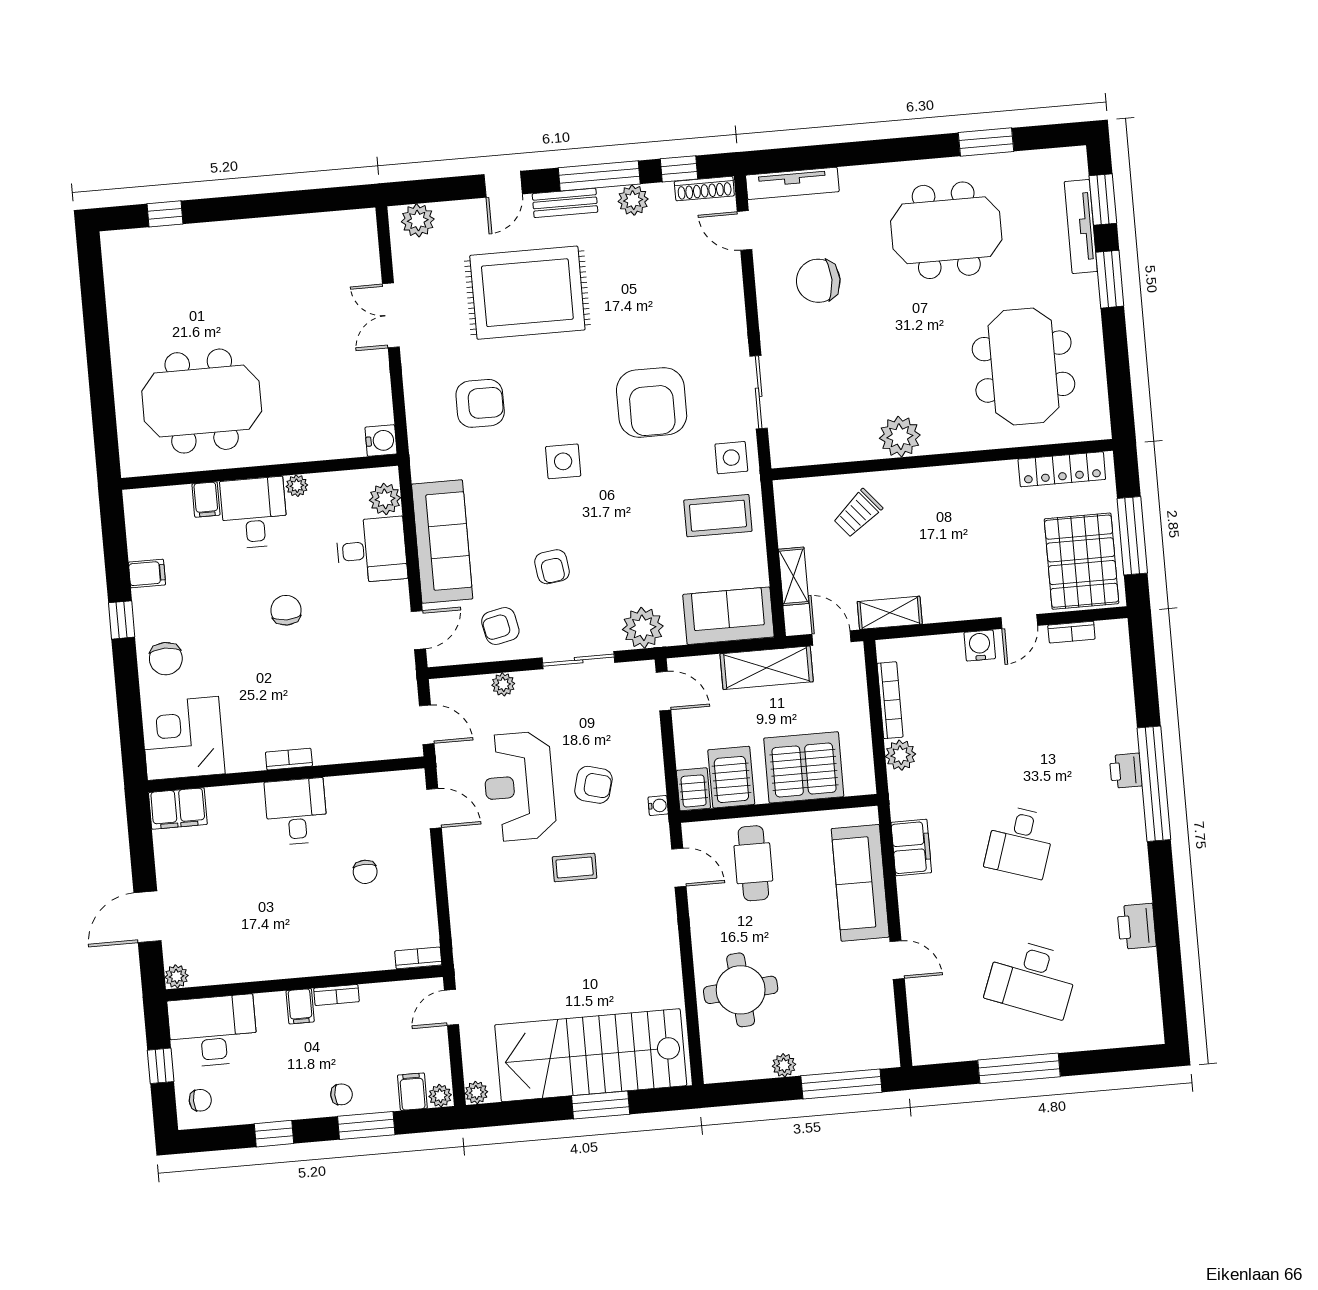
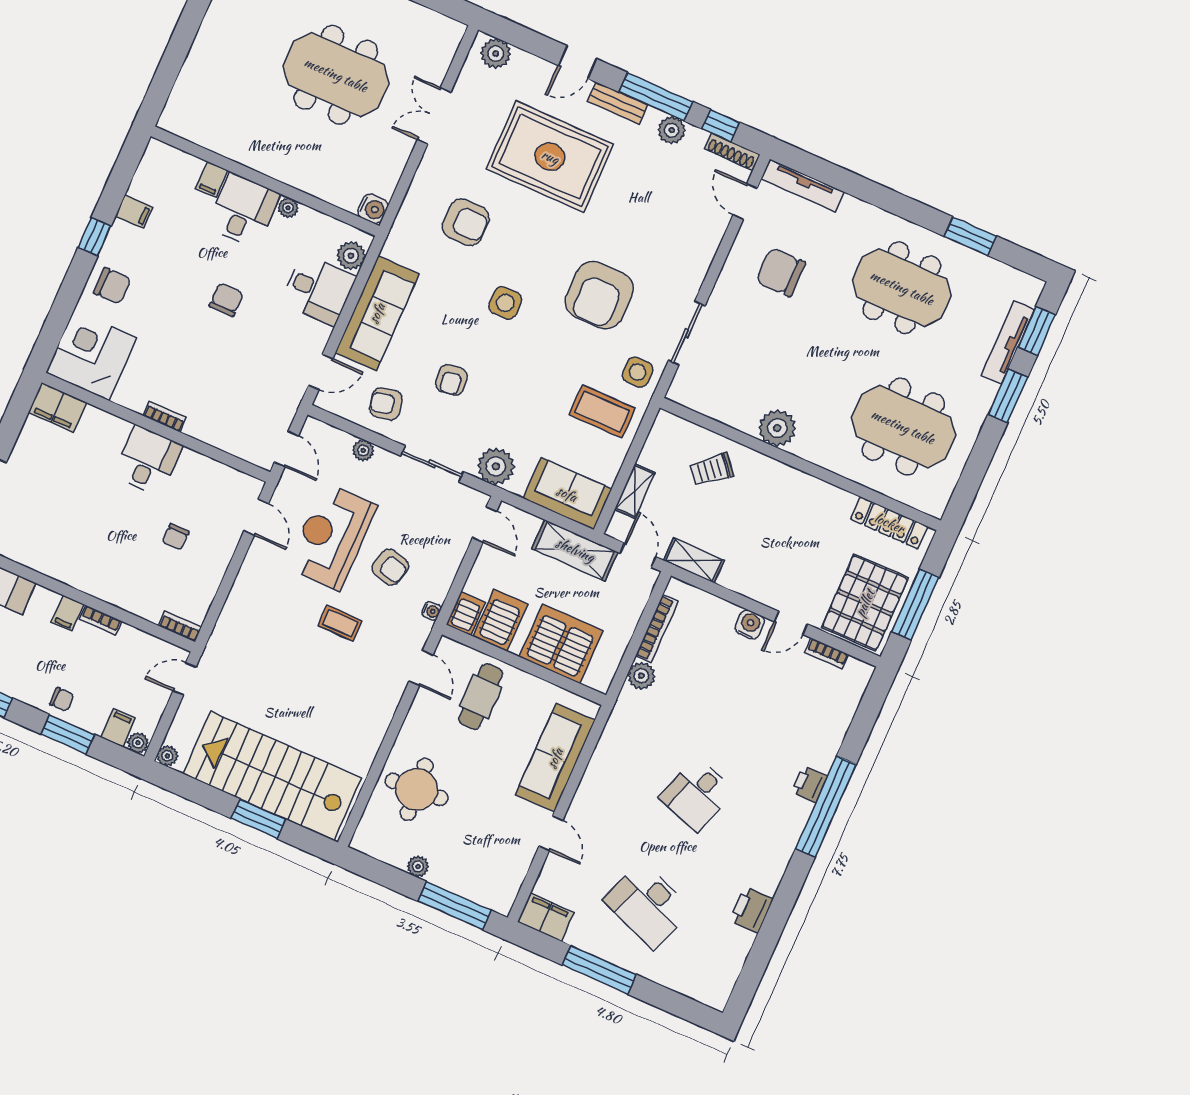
meeting table: (1023, 367) -> (903, 427), turned 90
meeting table: (202, 401) -> (336, 75), moved
chair: (166, 659) -> (112, 286), turned -90
filing cabinet: (911, 848) -> (546, 917), moved, turned -90

